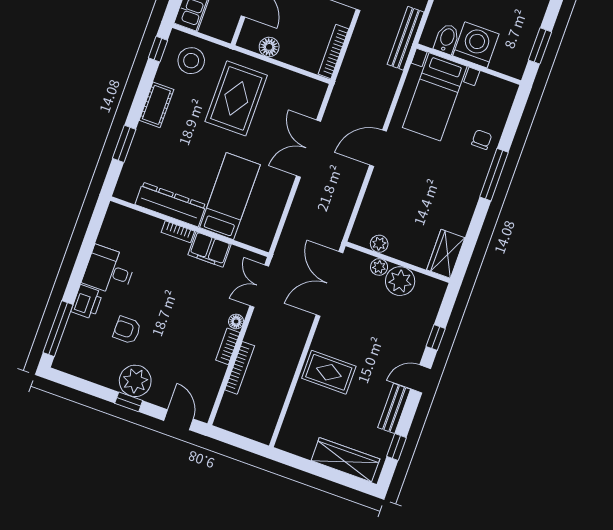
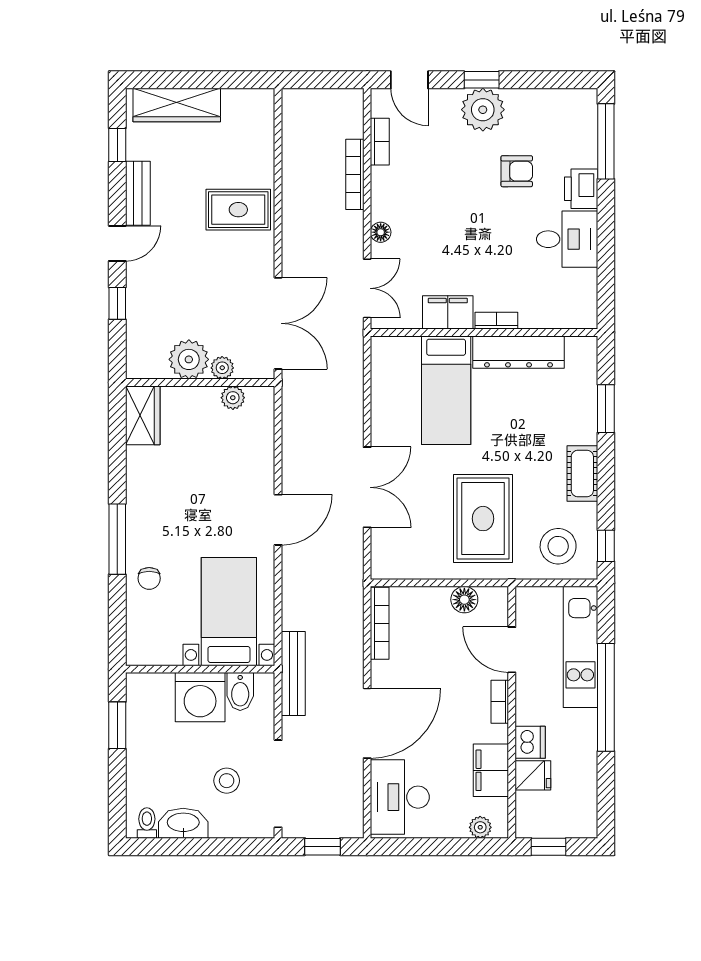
bookcase: (228, 346) -> (380, 142), moved

